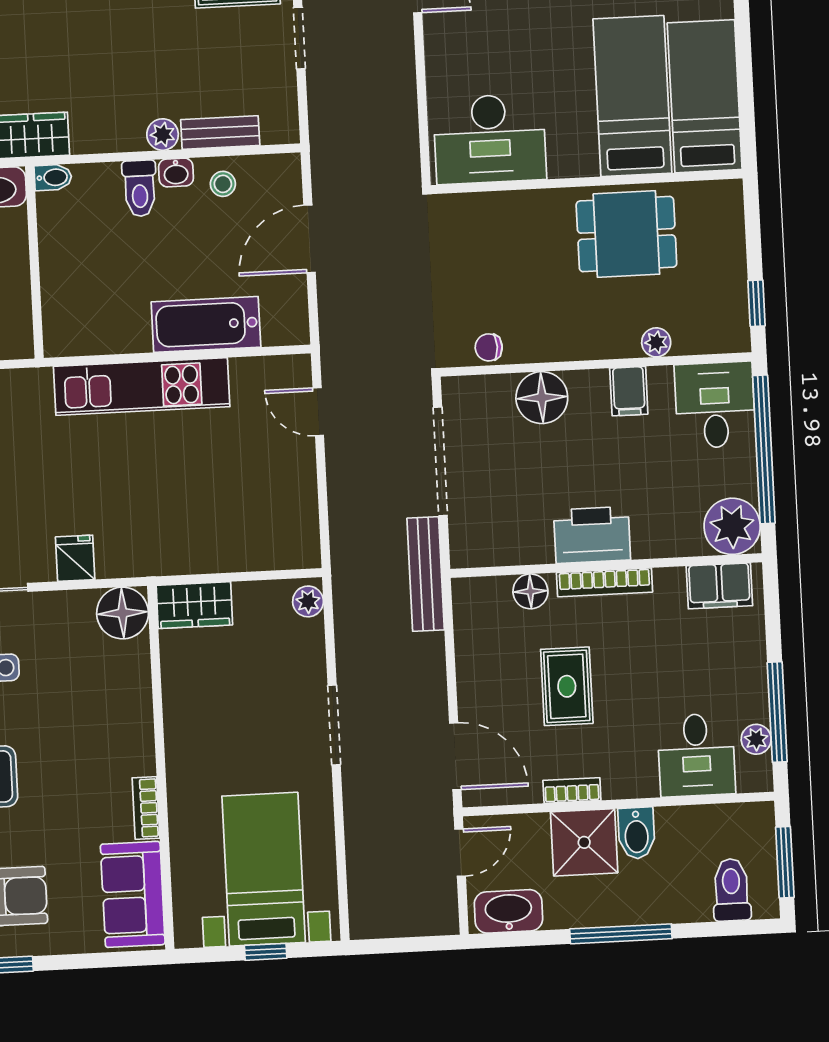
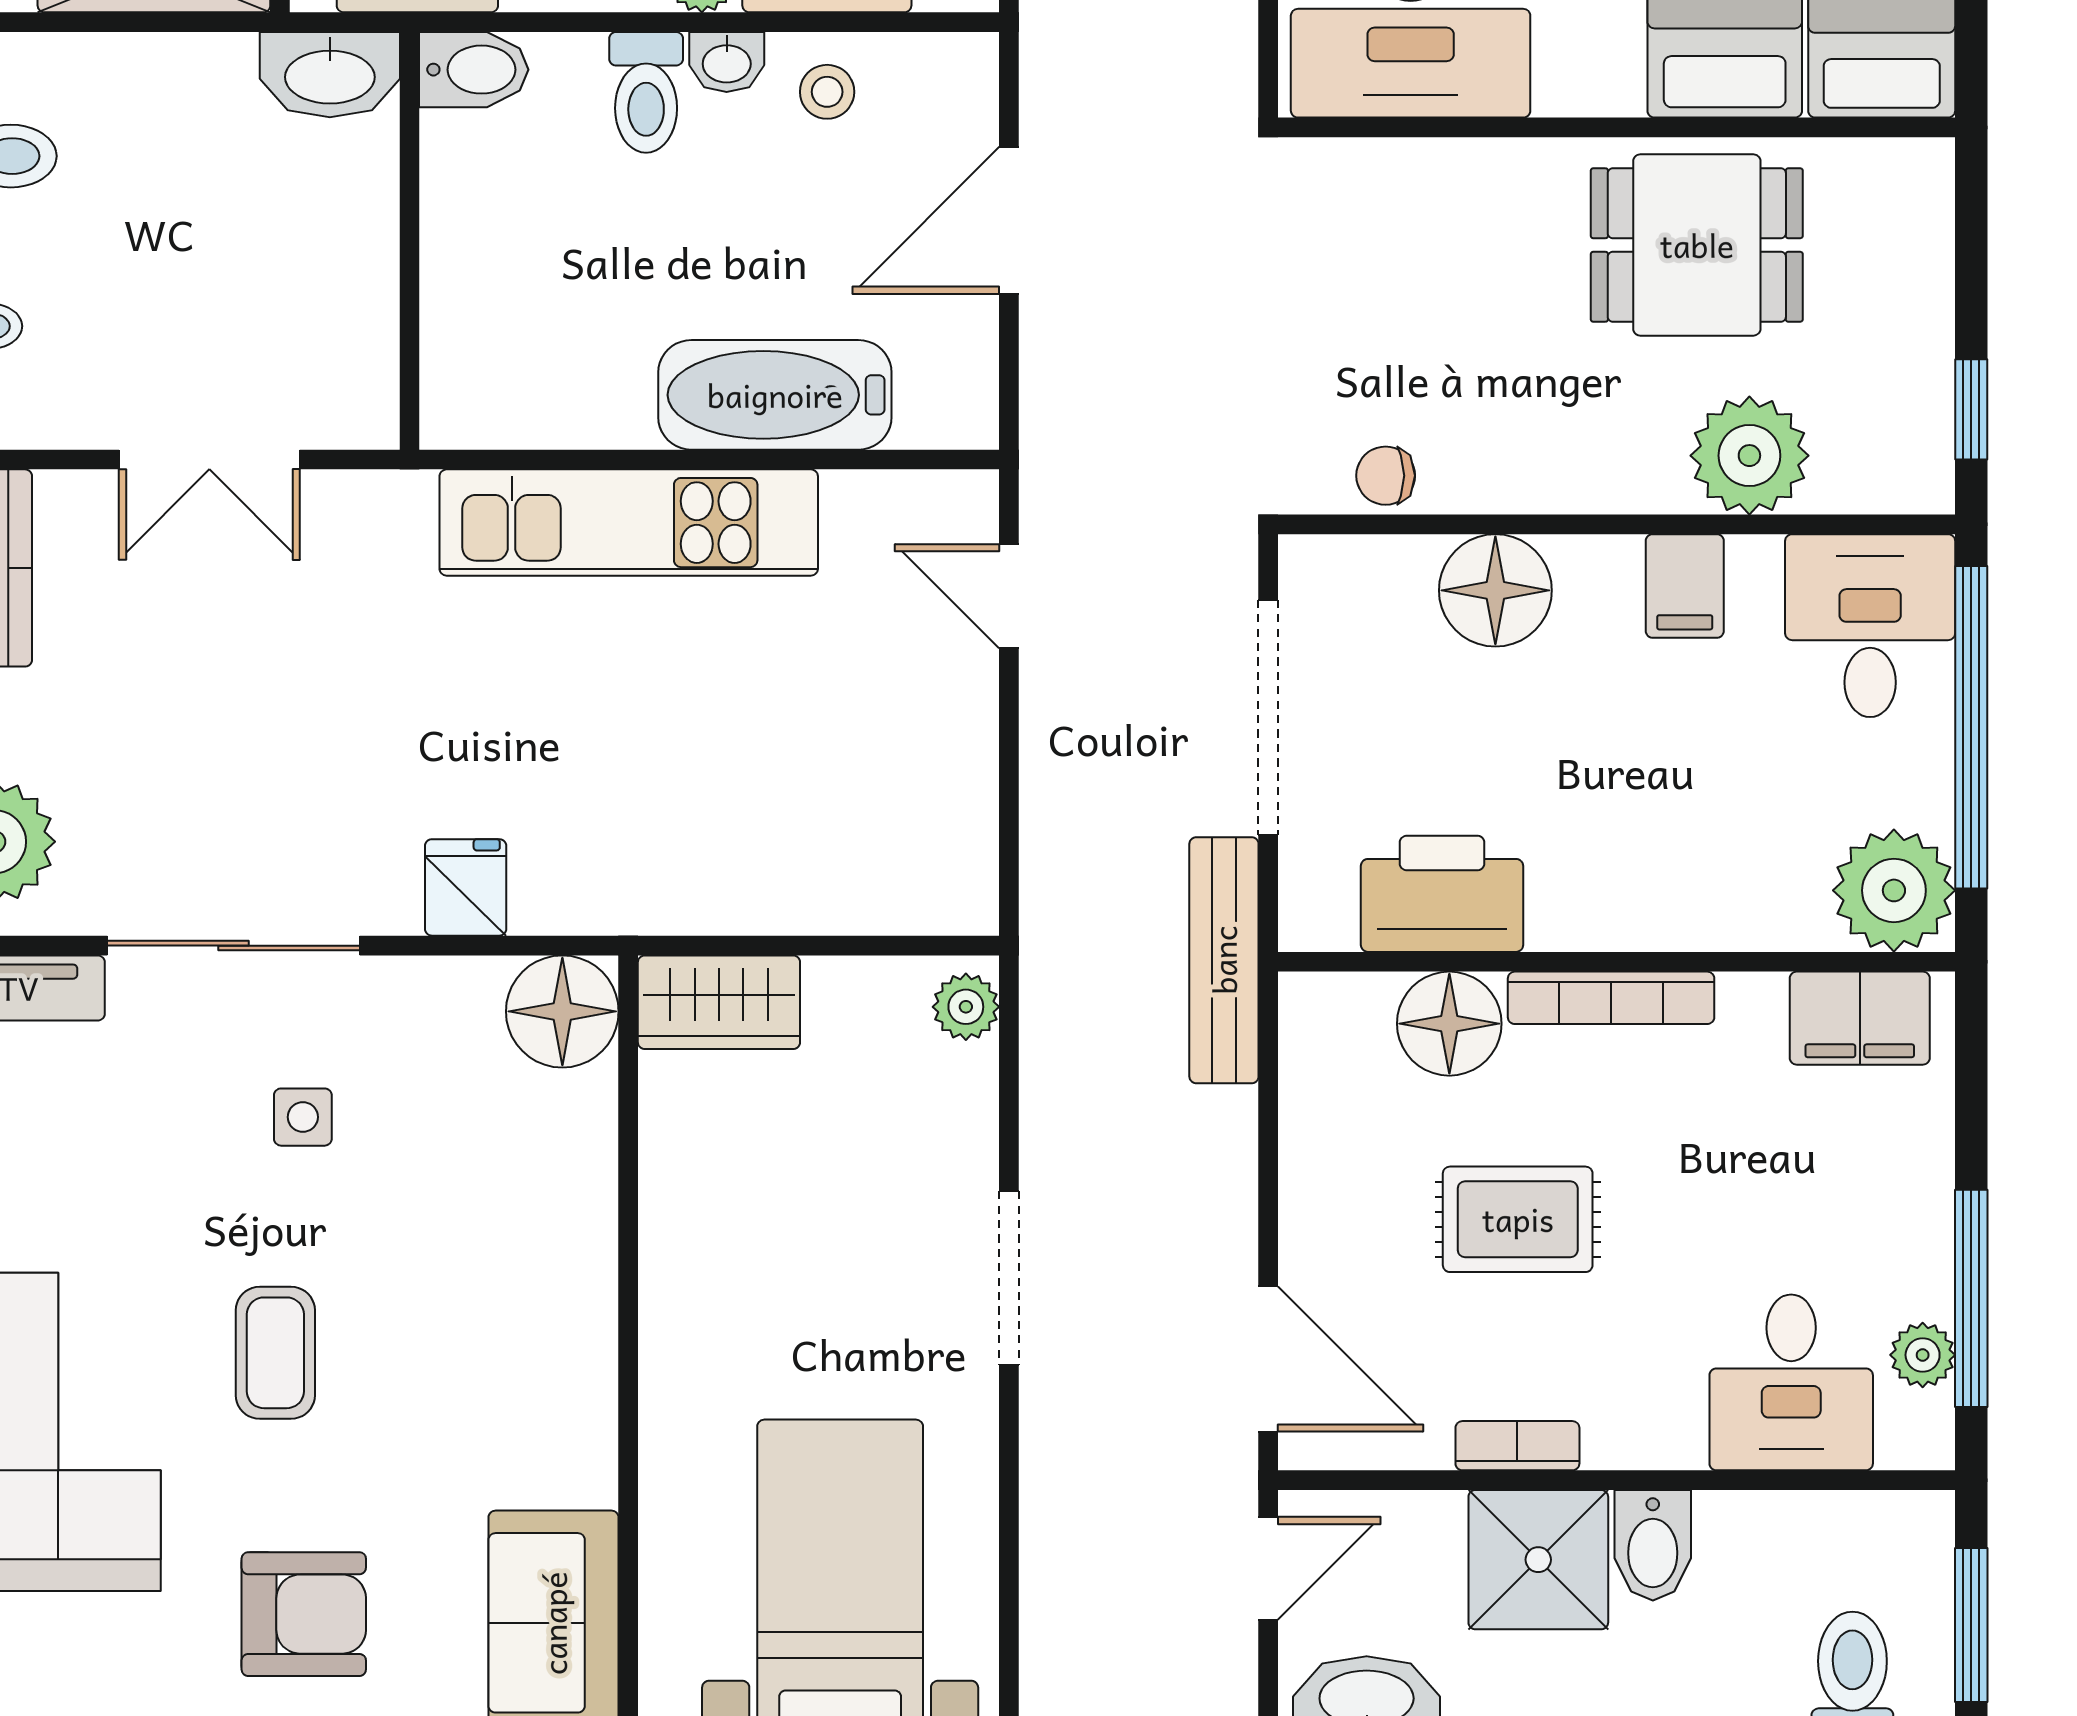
bidet: (53, 177) -> (474, 70), width x1.38, depth x1.36
plant: (656, 342) -> (1749, 456), width x1.88, depth x1.88
printer: (592, 535) -> (1442, 894), moved
floor lamp: (530, 591) -> (1449, 1024), width x1.38, depth x1.38
rug: (567, 686) -> (1518, 1219), turned 90
bookcase: (146, 808) -> (592, 1437), removed

